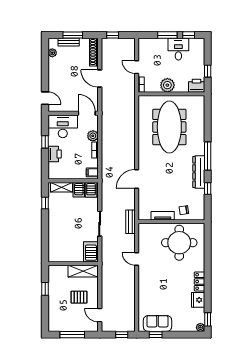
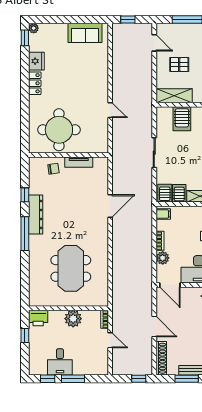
meeting table: (169, 127) -> (71, 268), width x0.73
bench: (130, 222) -> (117, 155), removed
server rack: (91, 252) -> (182, 119), moved
window: (156, 335) -> (87, 20), removed

